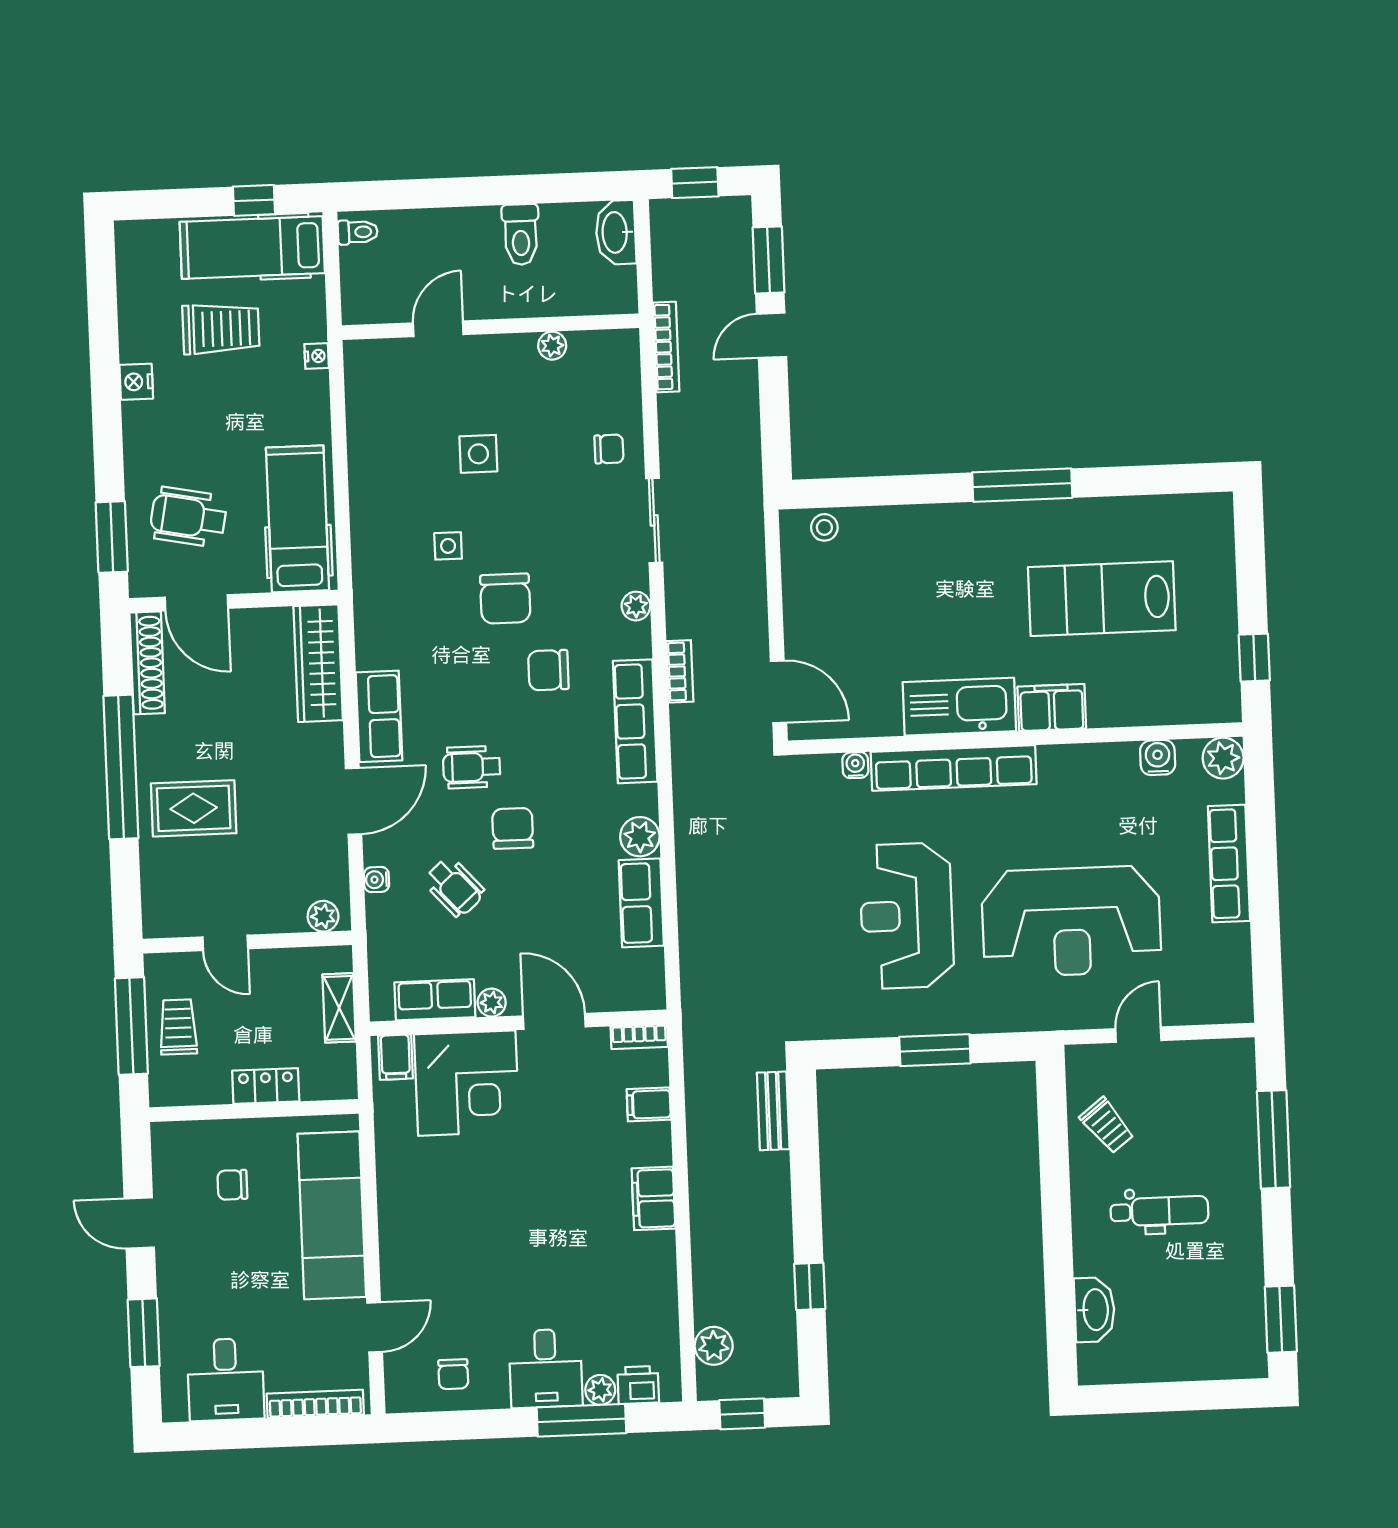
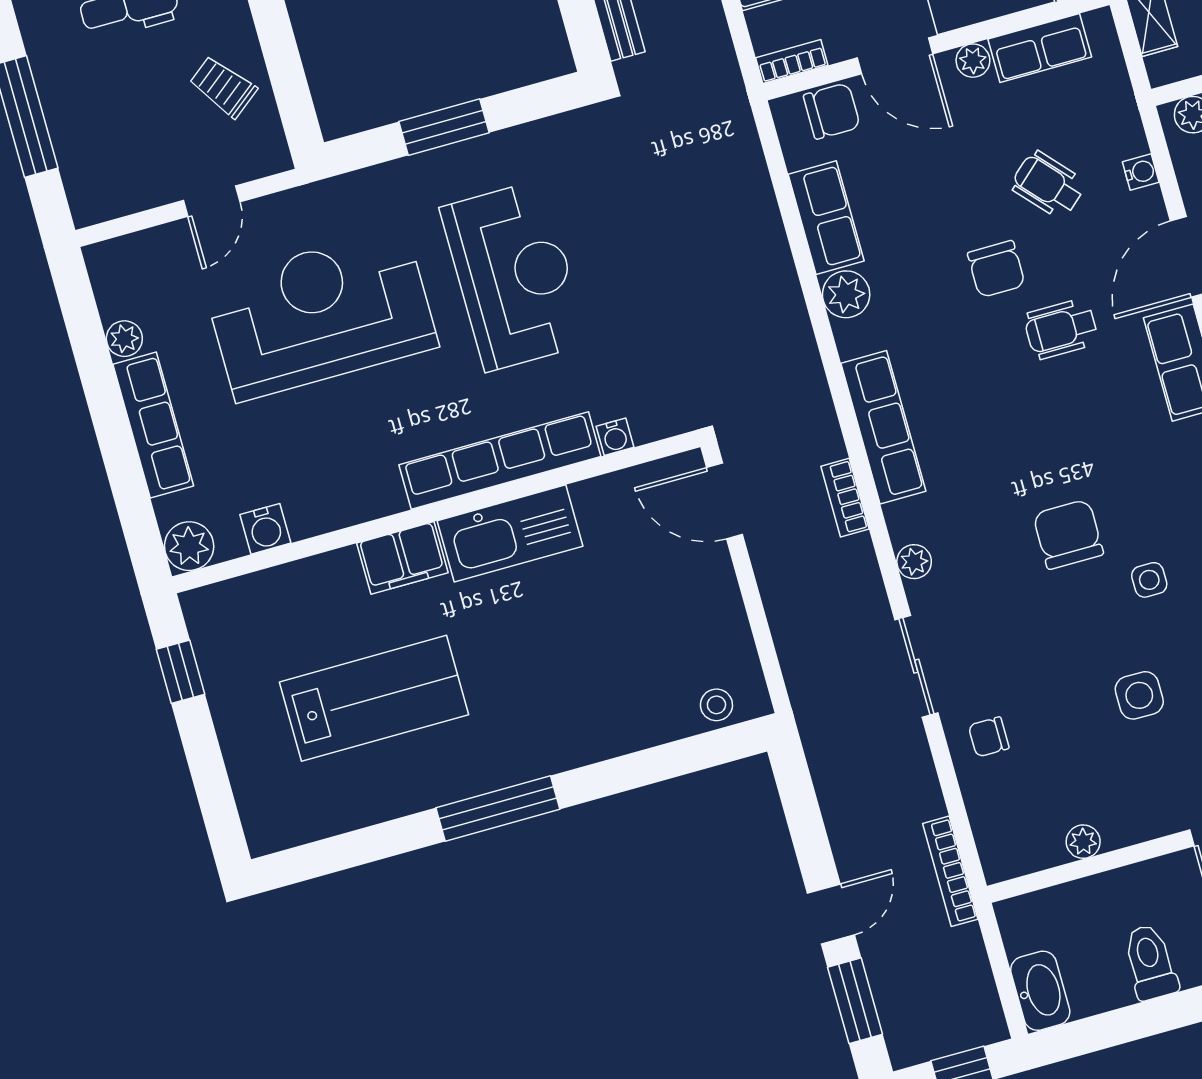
chair: (548, 670) -> (832, 111), moved
wheelchair: (471, 767) -> (1061, 329), turned 180
plant: (1236, 939) -> (124, 339), added

